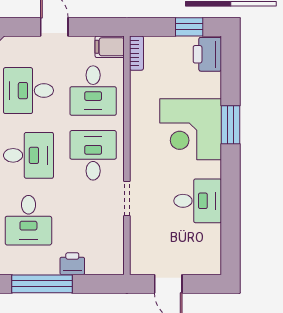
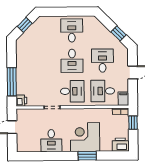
window: (189, 27) -> (133, 123), moved
desk: (28, 220) -> (42, 61), removed
printer: (72, 264) -> (21, 101), moved
window: (42, 284) -> (12, 82), moved

